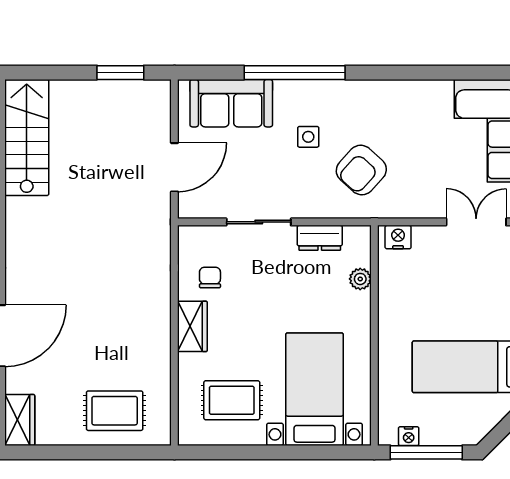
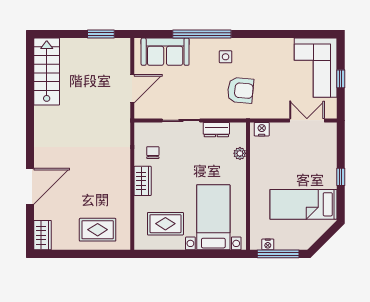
side table: (308, 137) -> (226, 57), moved
armchair: (361, 170) -> (240, 90), turned -127

